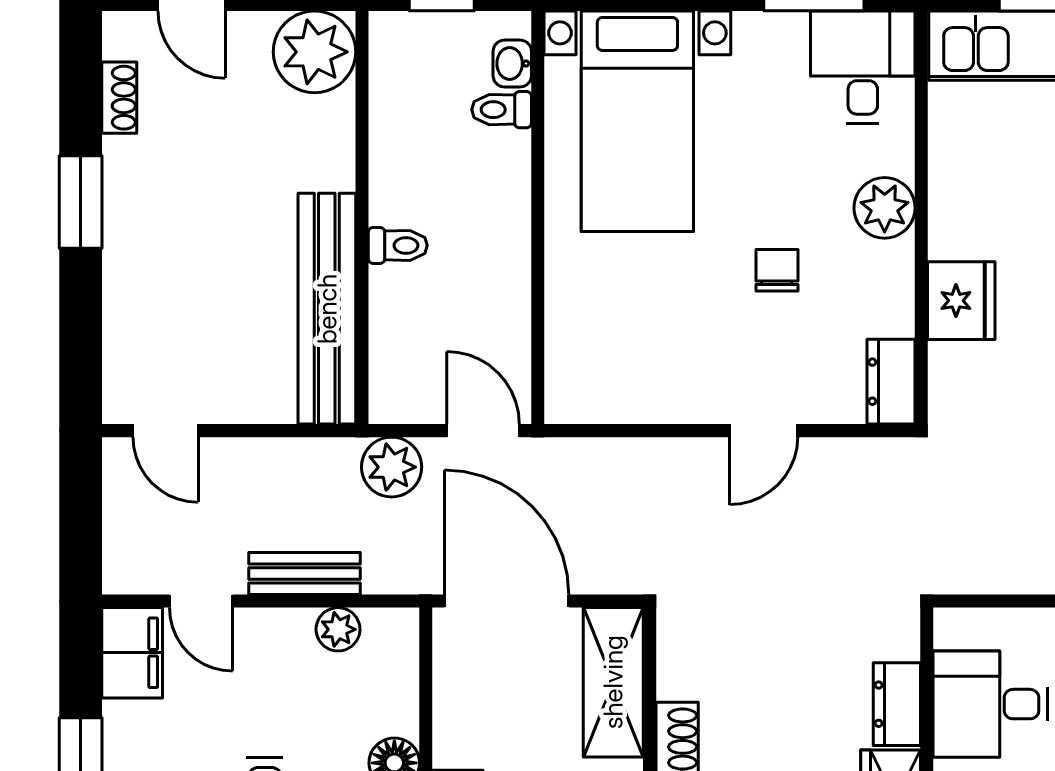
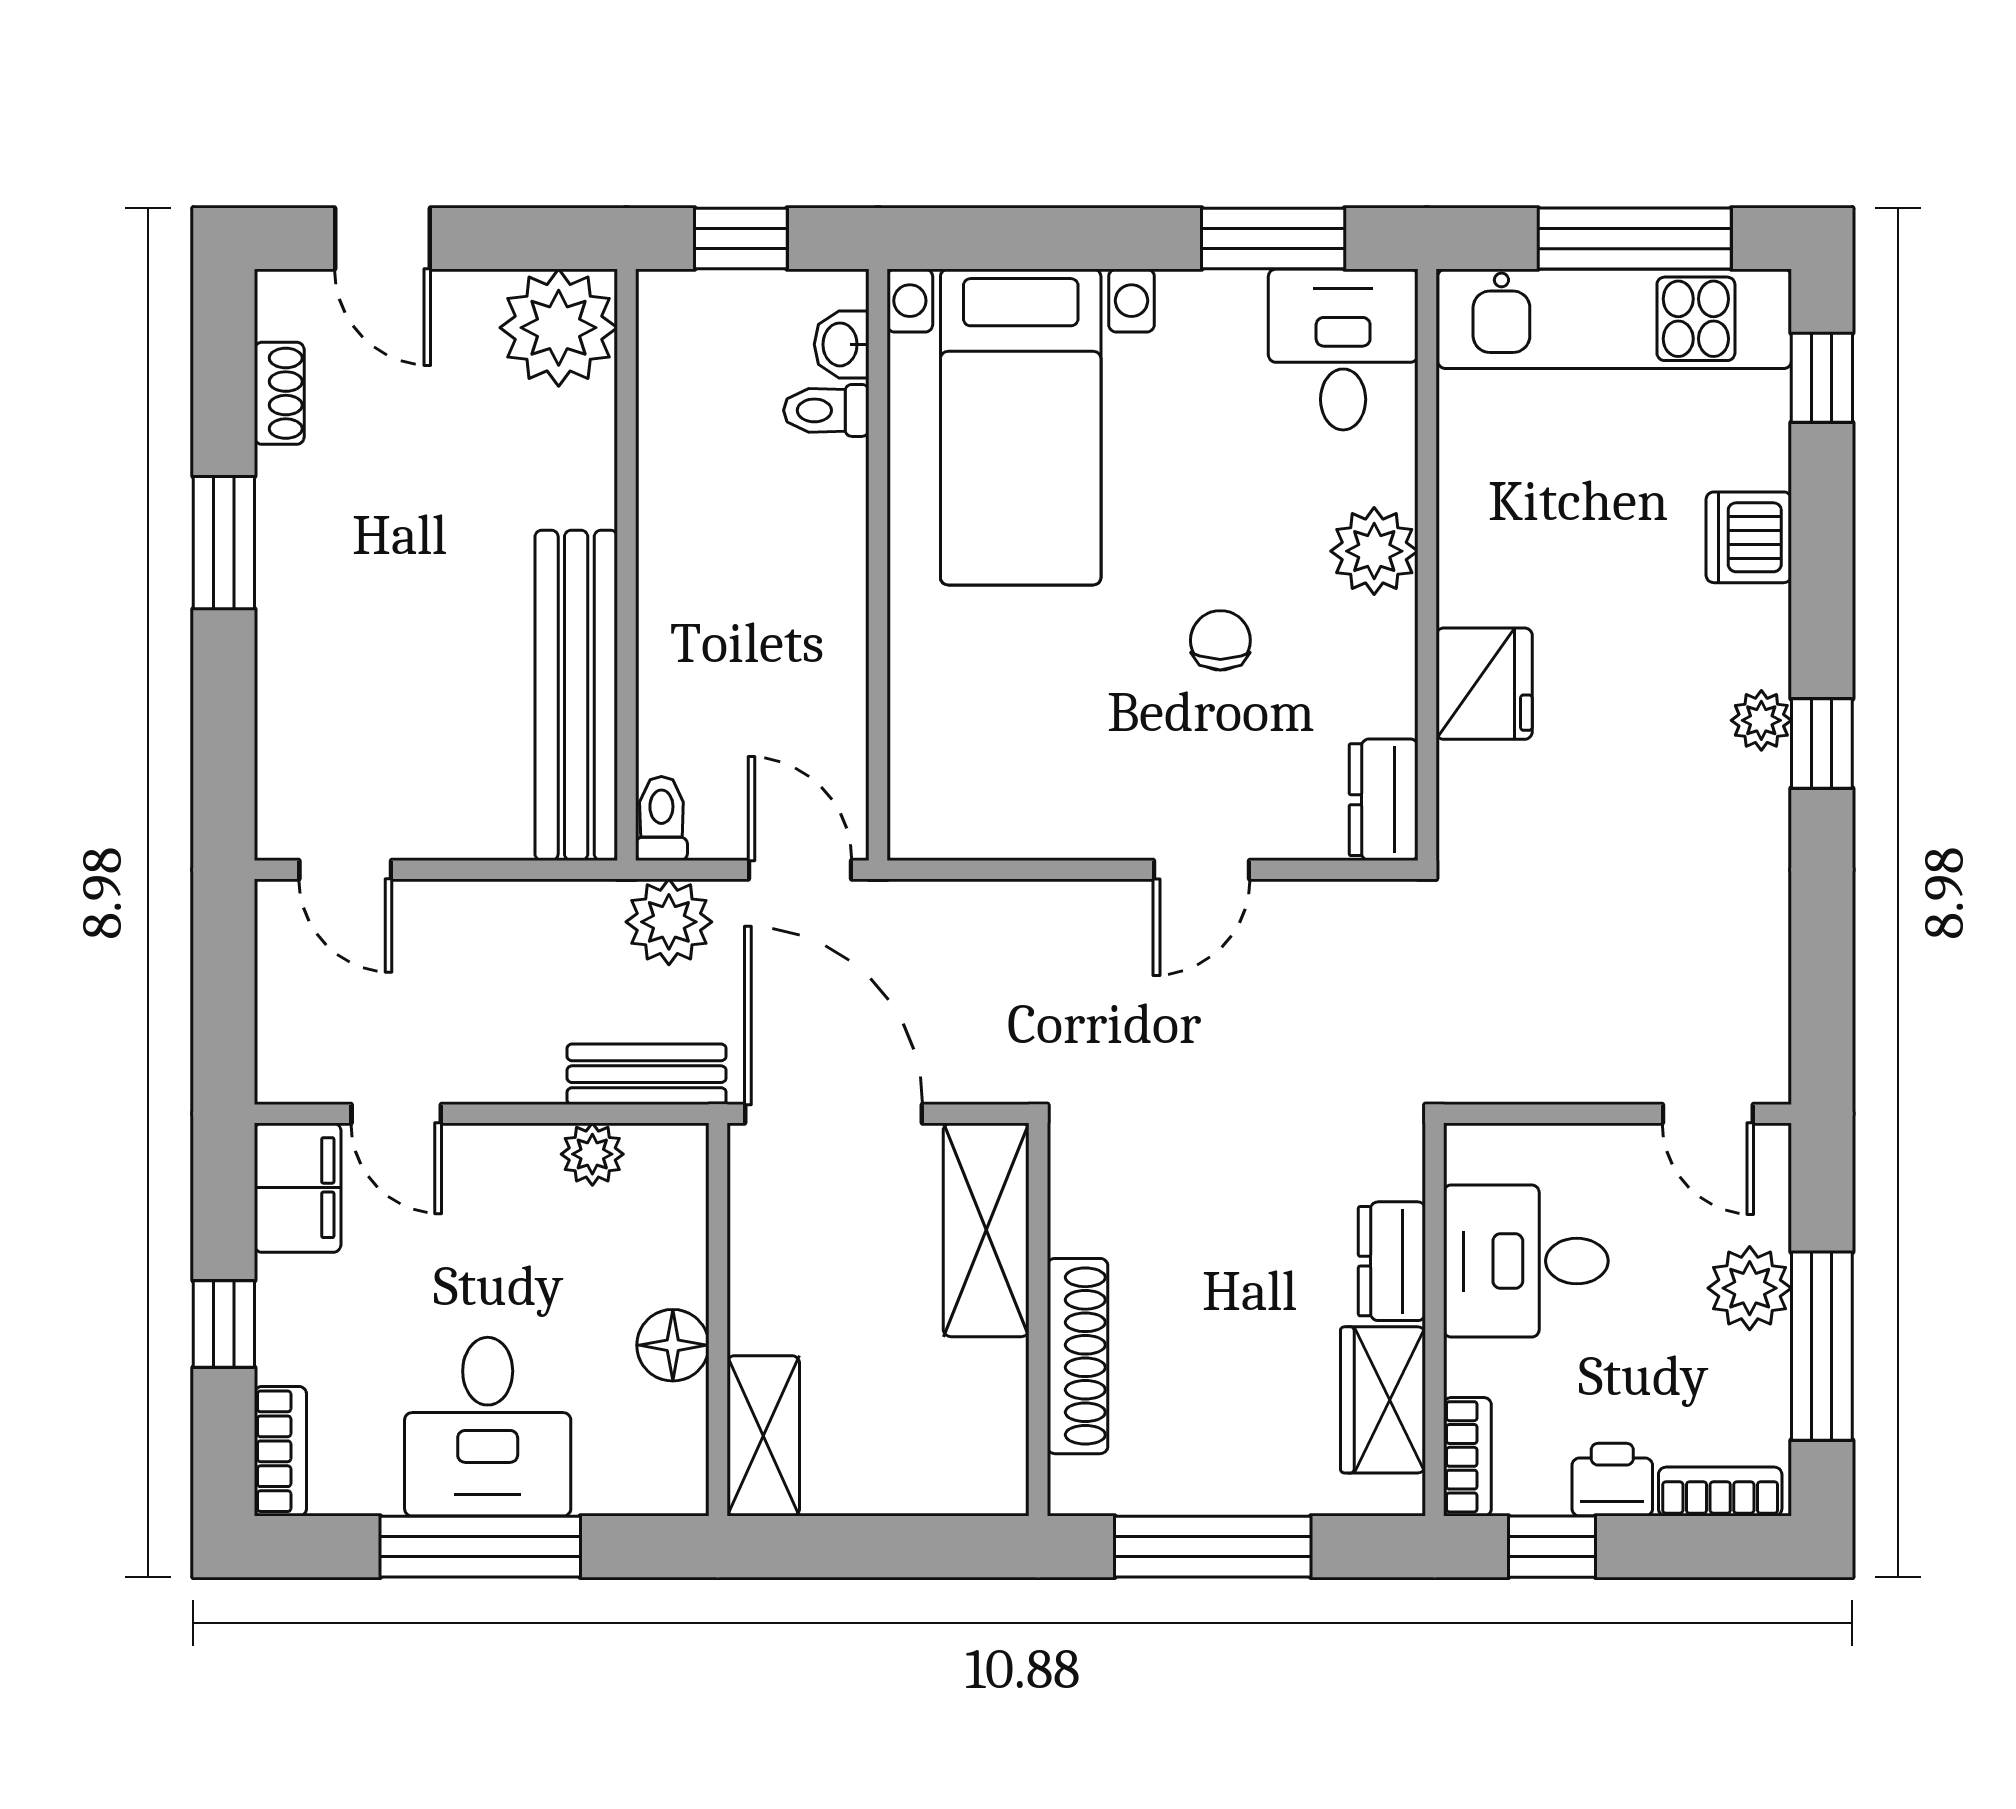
toilet: (398, 245) -> (661, 818), moved, turned -90
bench: (304, 574) -> (647, 1074), moved

